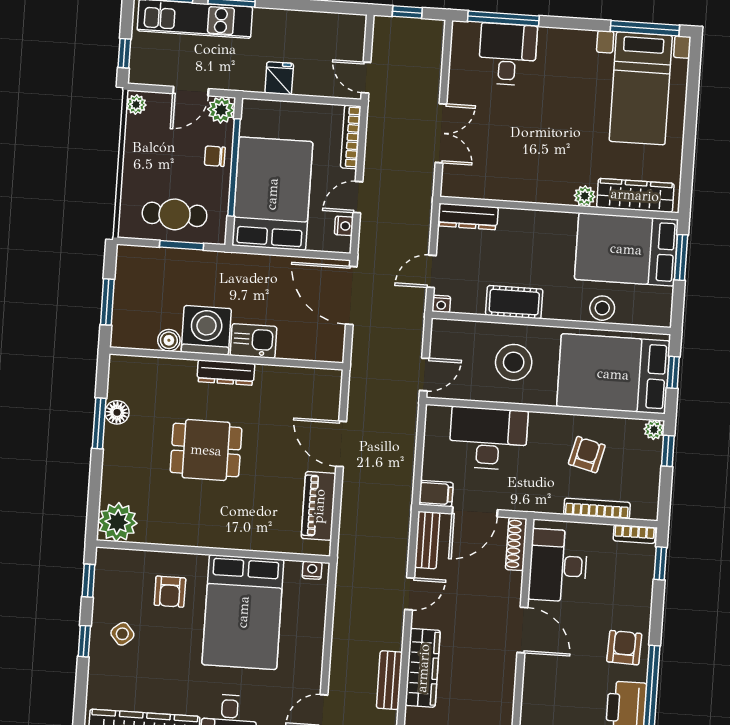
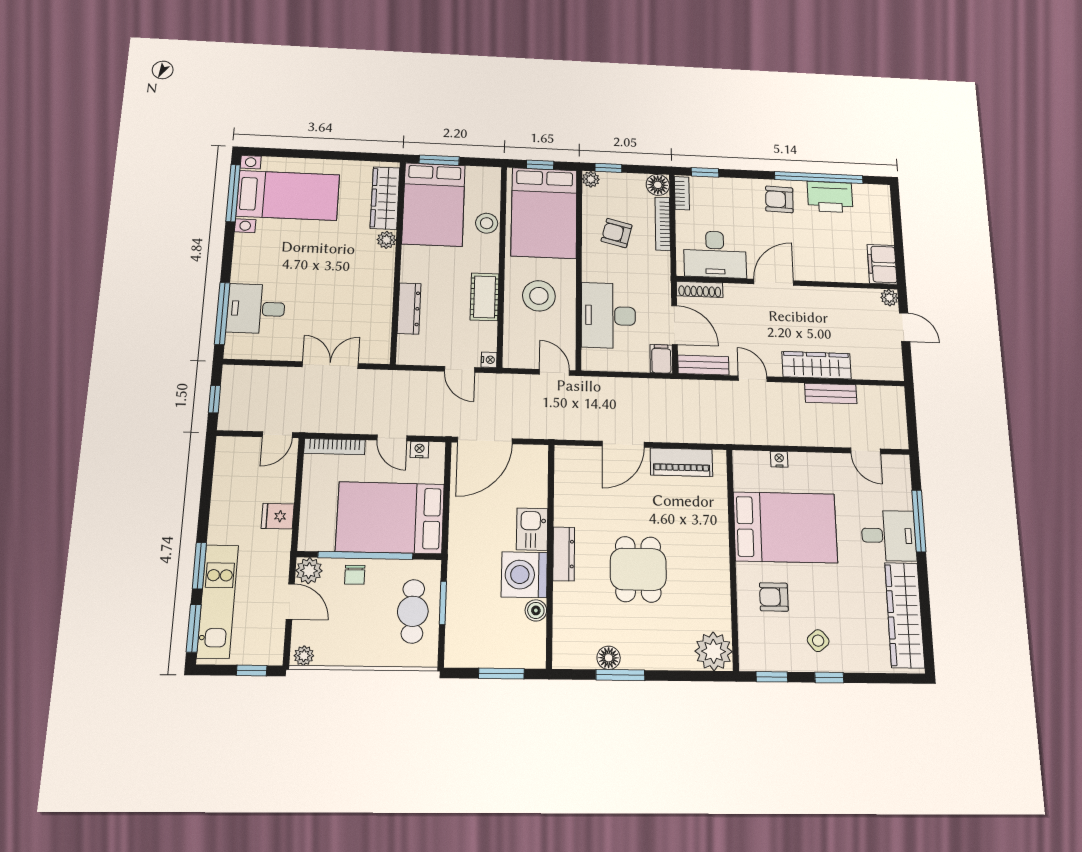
dresser: (468, 217) -> (409, 309), moved
floor lamp: (645, 507) -> (658, 185), added
nightstand: (312, 570) -> (779, 459), moved, turned 90
armchair: (170, 592) -> (774, 597), turned 180

